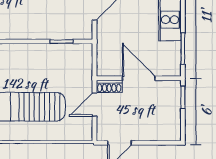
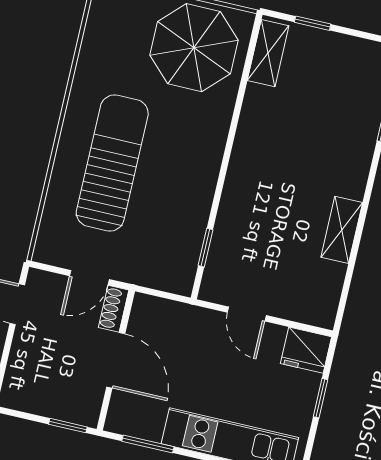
door: (139, 78) -> (116, 360), hinge flipped
door: (94, 105) -> (89, 278), swing flipped

